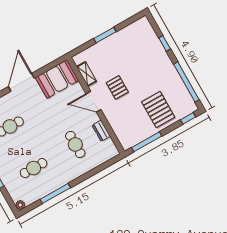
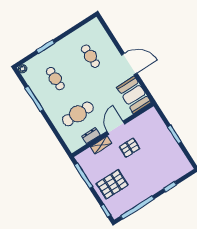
shelving: (87, 74) -> (101, 145), moved
cafe table: (75, 144) -> (78, 114), width x1.37, depth x1.35

